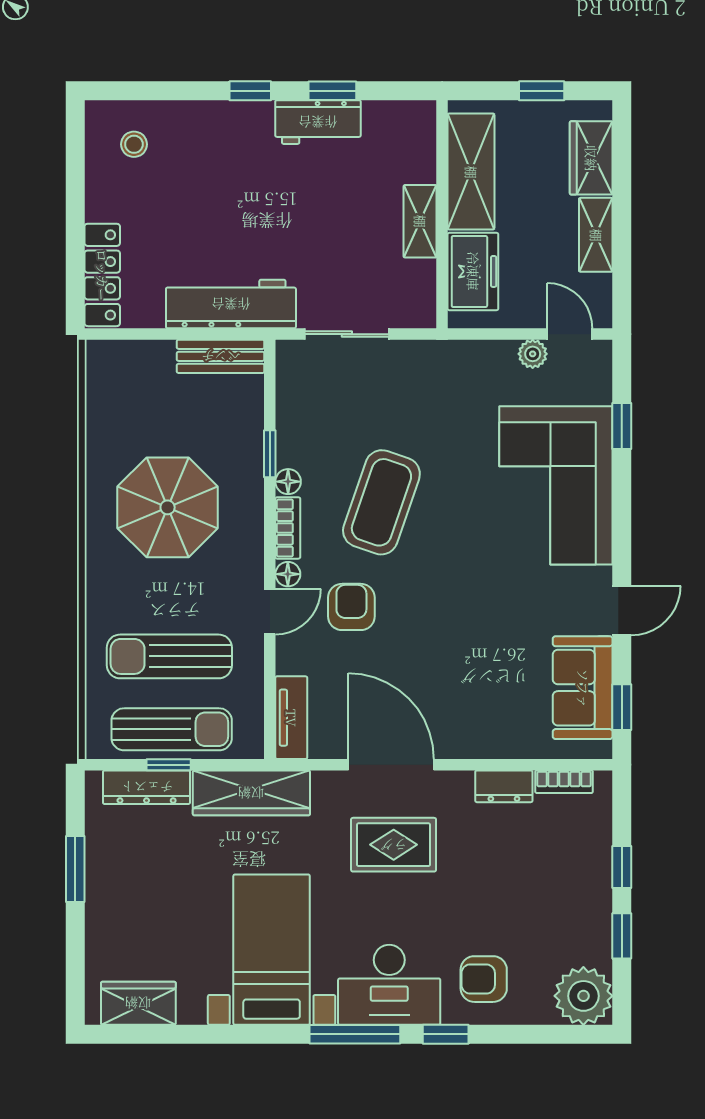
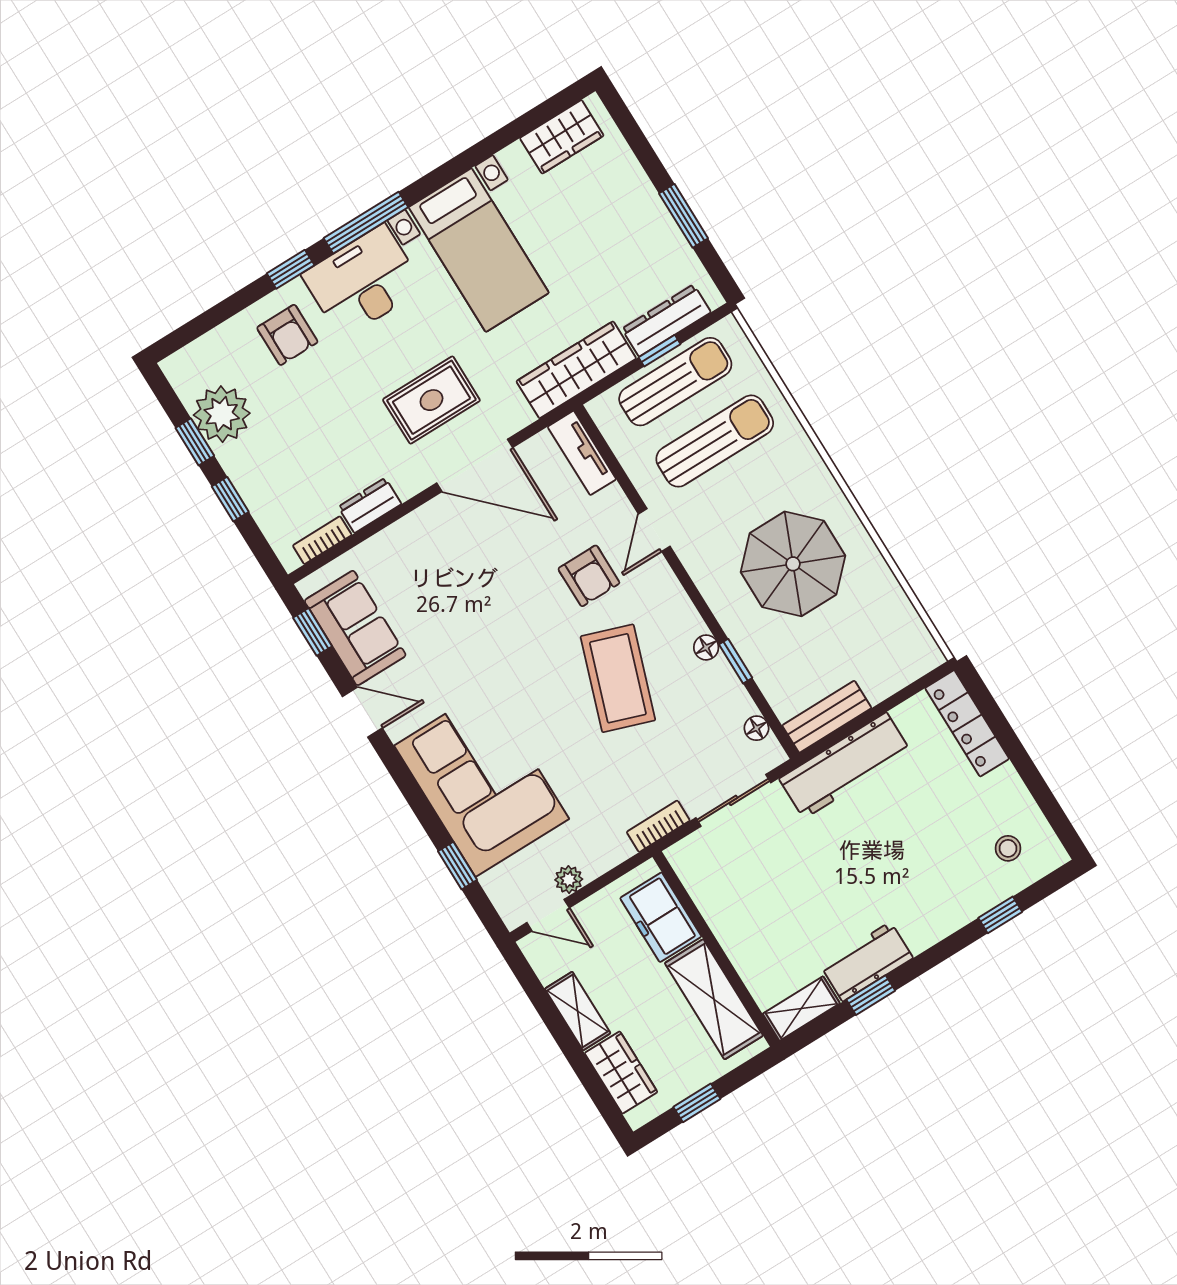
window: (250, 91) -> (1000, 915), moved
shelving: (420, 221) -> (801, 1009), moved, turned 90
bookcase: (288, 528) -> (658, 826), moved, turned 90
floor lamp: (288, 574) -> (757, 728), moved
door: (622, 611) -> (362, 712), swing flipped
sun lounger: (172, 729) -> (675, 382), turned 180
armchair: (484, 979) -> (287, 335), turned 90
plant: (583, 996) -> (222, 414), moved

